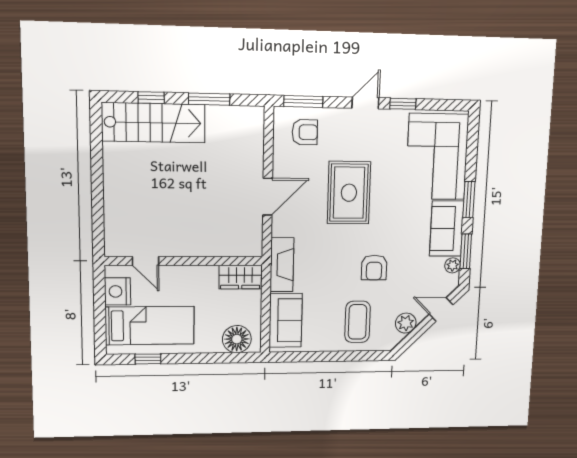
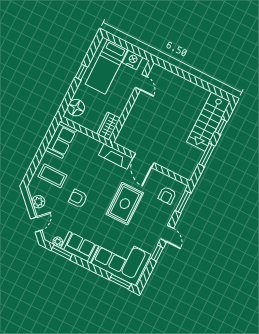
rug: (349, 193) -> (125, 204), turned 90
window: (469, 200) -> (120, 282), moved
door: (146, 261) -> (141, 82), swing flipped
fireplace: (282, 265) -> (116, 156), moved
sofa: (286, 320) -> (61, 140), moved, turned -90
window: (148, 359) -> (81, 72), moved

